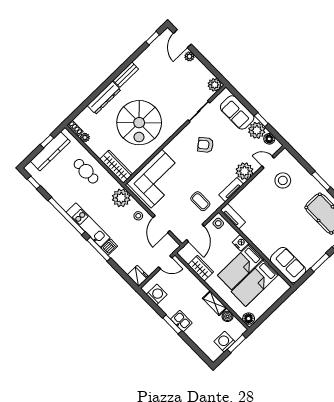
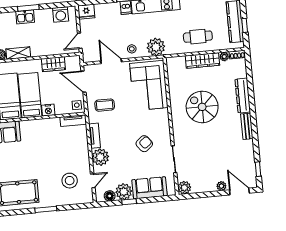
spiral stairs: (139, 123) -> (202, 107), width x0.73, depth x0.73
wardrobe: (116, 167) -> (202, 60), moved

